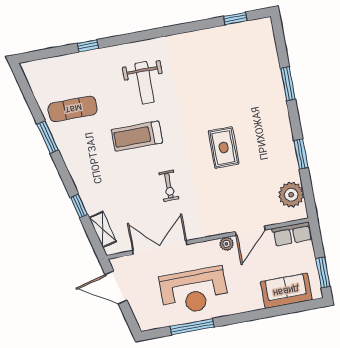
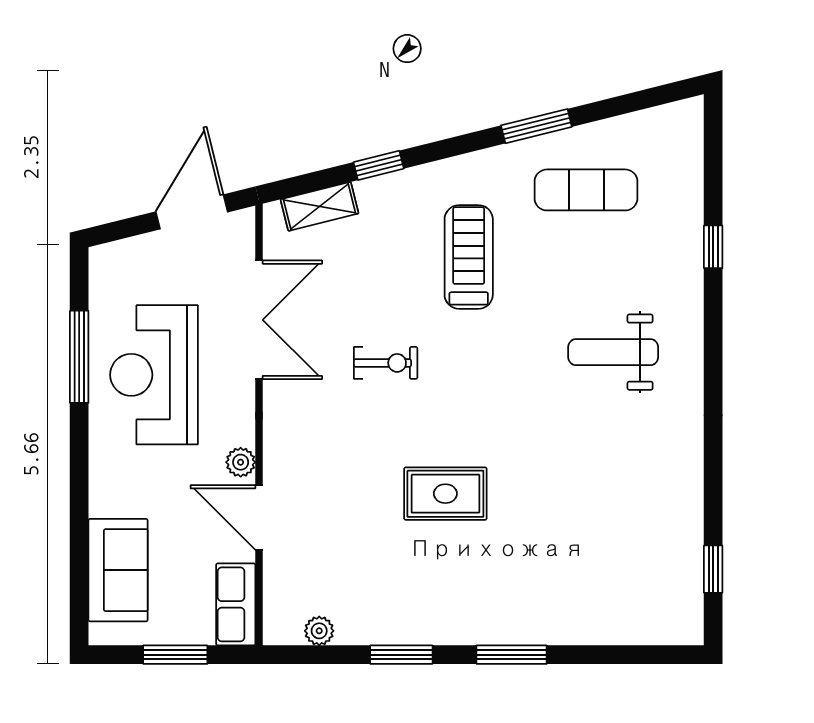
window: (288, 84) -> (512, 655), moved
exercise mat: (73, 109) -> (586, 190), turned 90
treadmill: (137, 136) -> (469, 257), moved
exercise bike: (169, 186) -> (386, 363), turned 180
plant: (291, 195) -> (319, 631), width x0.53, depth x0.53
window: (323, 273) -> (175, 655), moved

